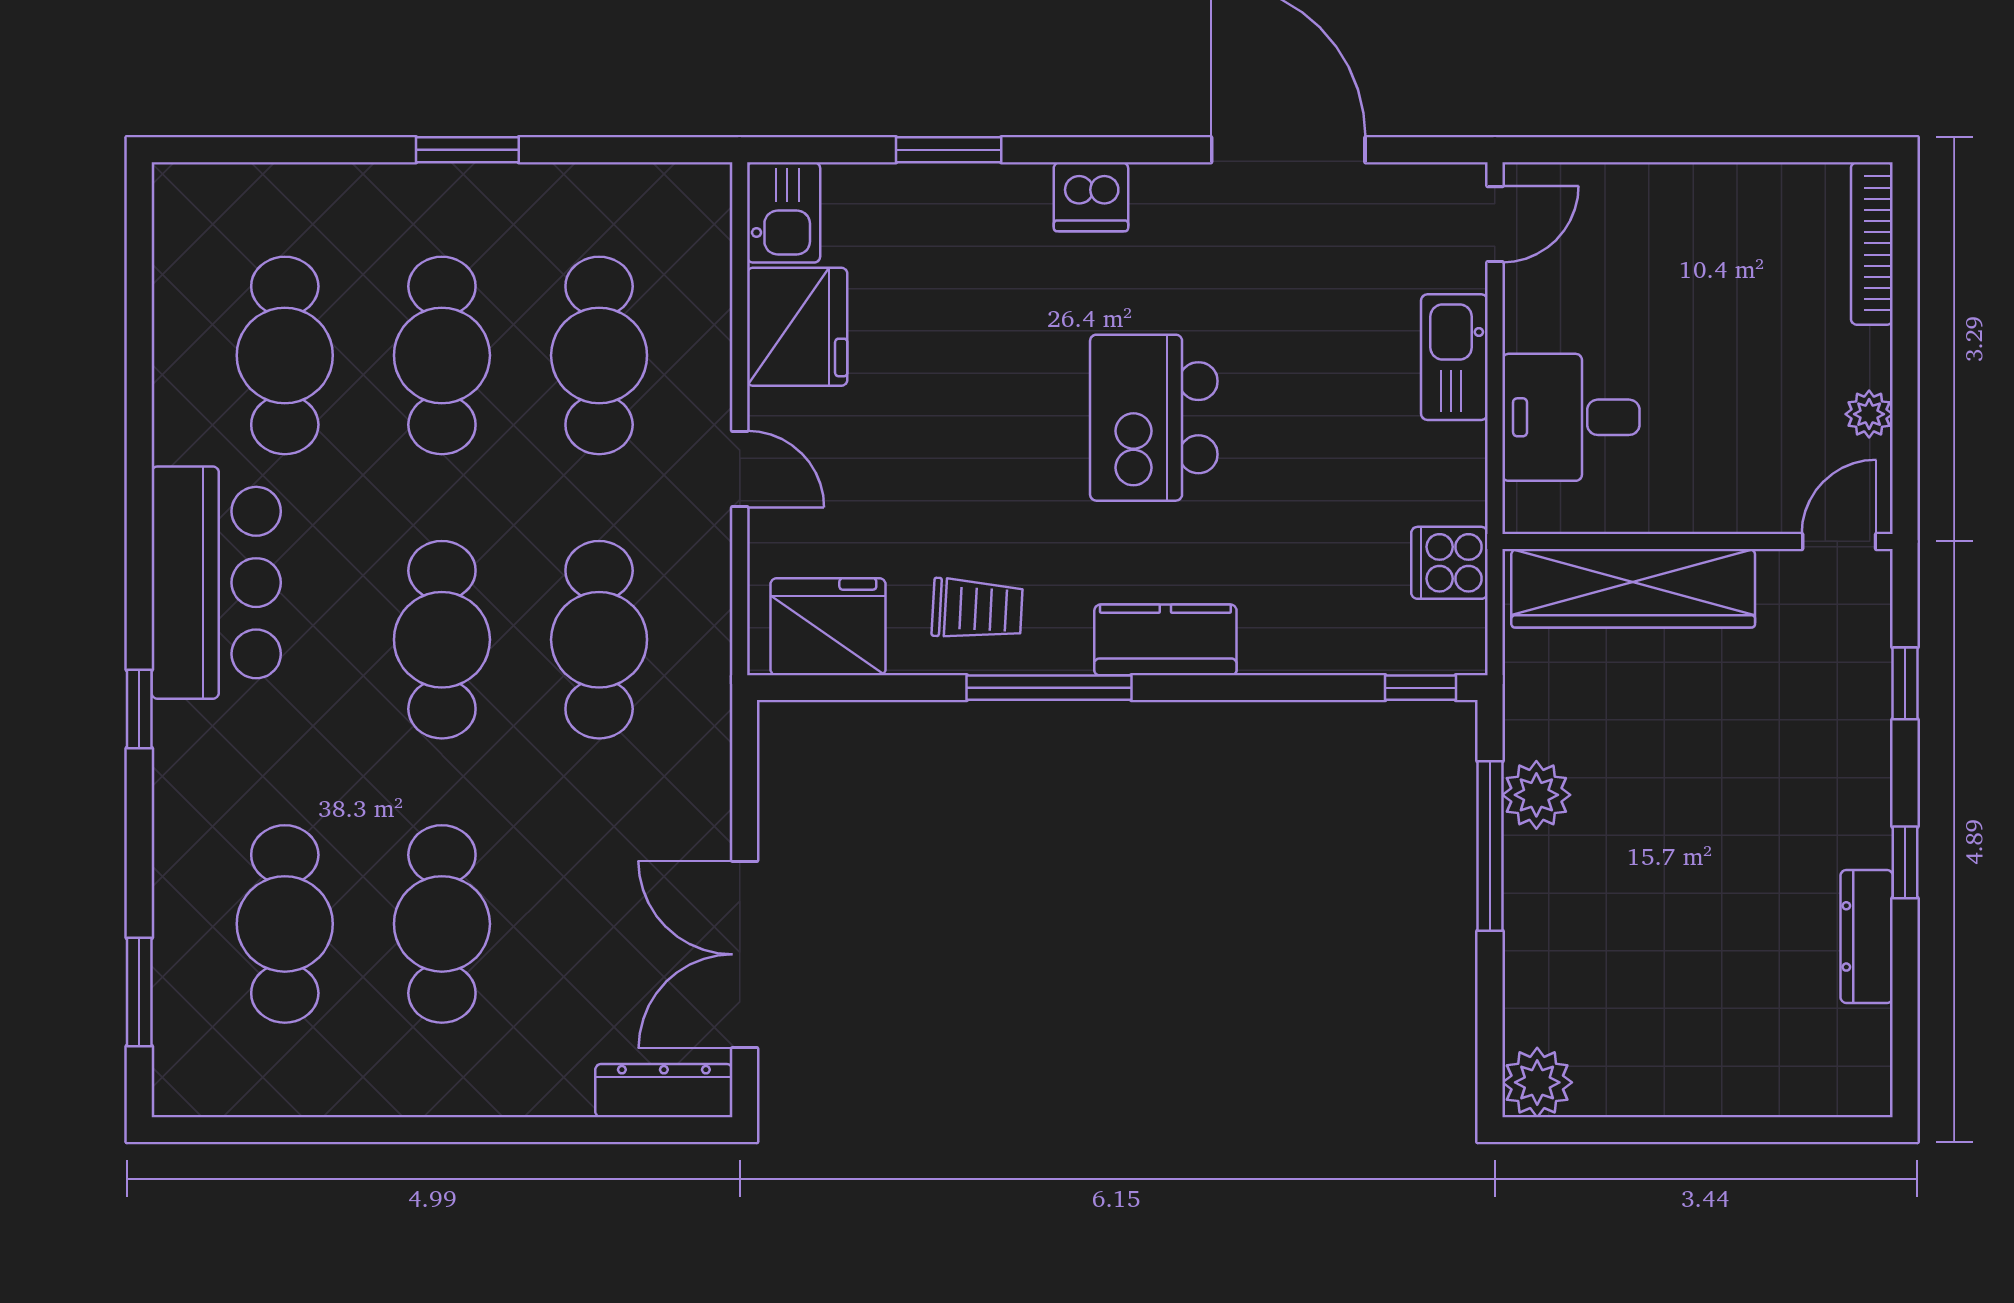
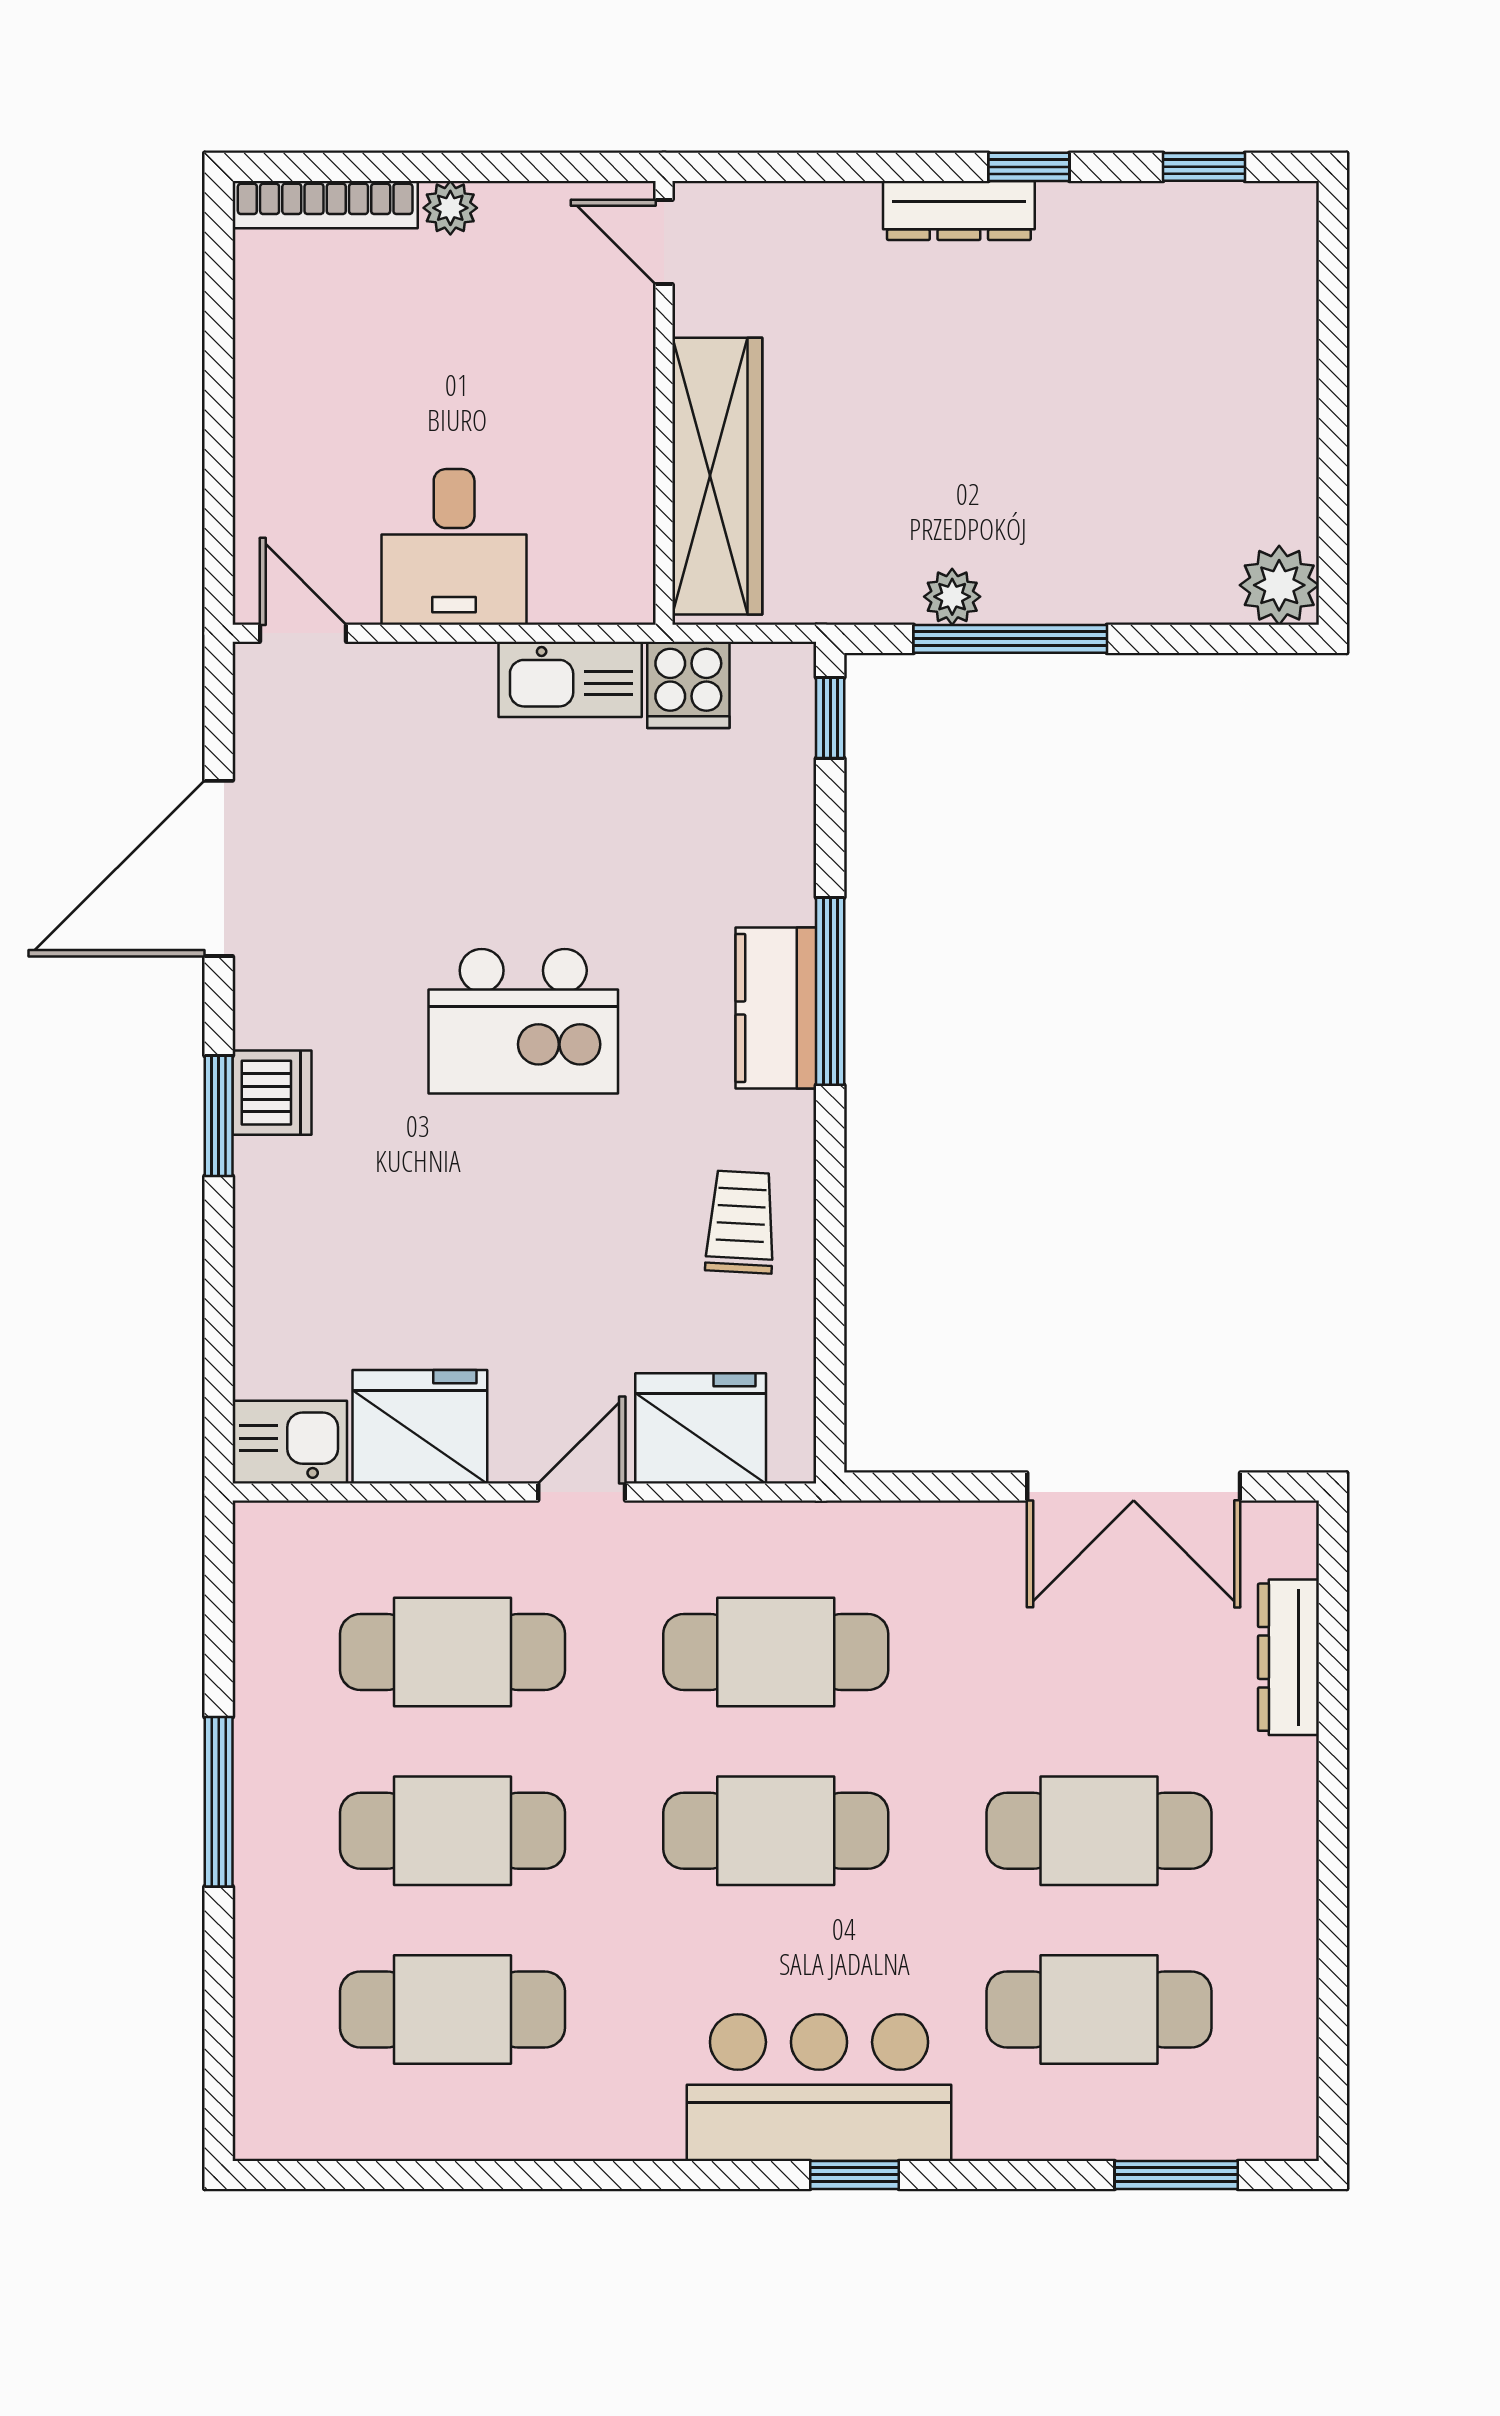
window: (467, 150) -> (219, 1802), width x1.44
window: (949, 150) -> (219, 1116), moved
kitchen sink: (1454, 357) -> (570, 679), moved
plant: (1869, 414) -> (450, 208), moved
desk: (1571, 417) -> (454, 547), moved
bar counter: (216, 583) -> (819, 2088), moved
fridge: (828, 627) -> (701, 1428), moved, turned 90
window: (1905, 683) -> (1204, 167), moved
window: (1049, 688) -> (830, 991), moved
plant: (1536, 795) -> (952, 597), width x0.73, depth x0.73
dresser: (1867, 936) -> (959, 211), moved
dresser: (664, 1091) -> (1288, 1657), moved

